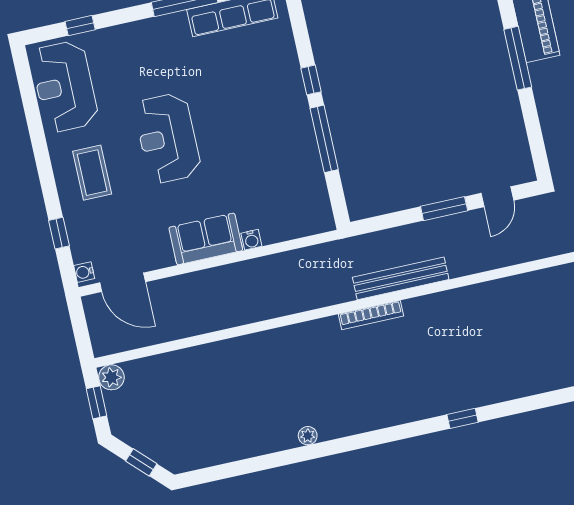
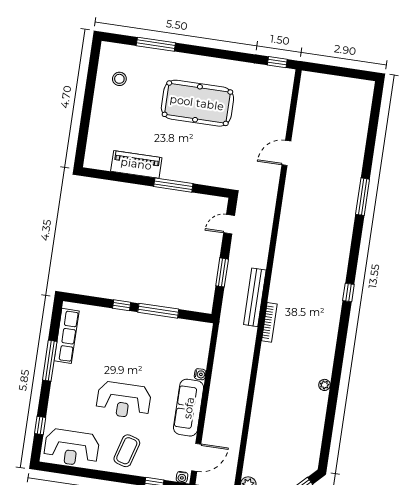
window: (518, 58) -> (173, 185), moved
coffee table: (92, 173) -> (127, 451), turned -74
door: (497, 197) -> (229, 224), swing flipped
window: (444, 209) -> (222, 272), moved
sofa: (206, 239) -> (189, 408), width x1.36

